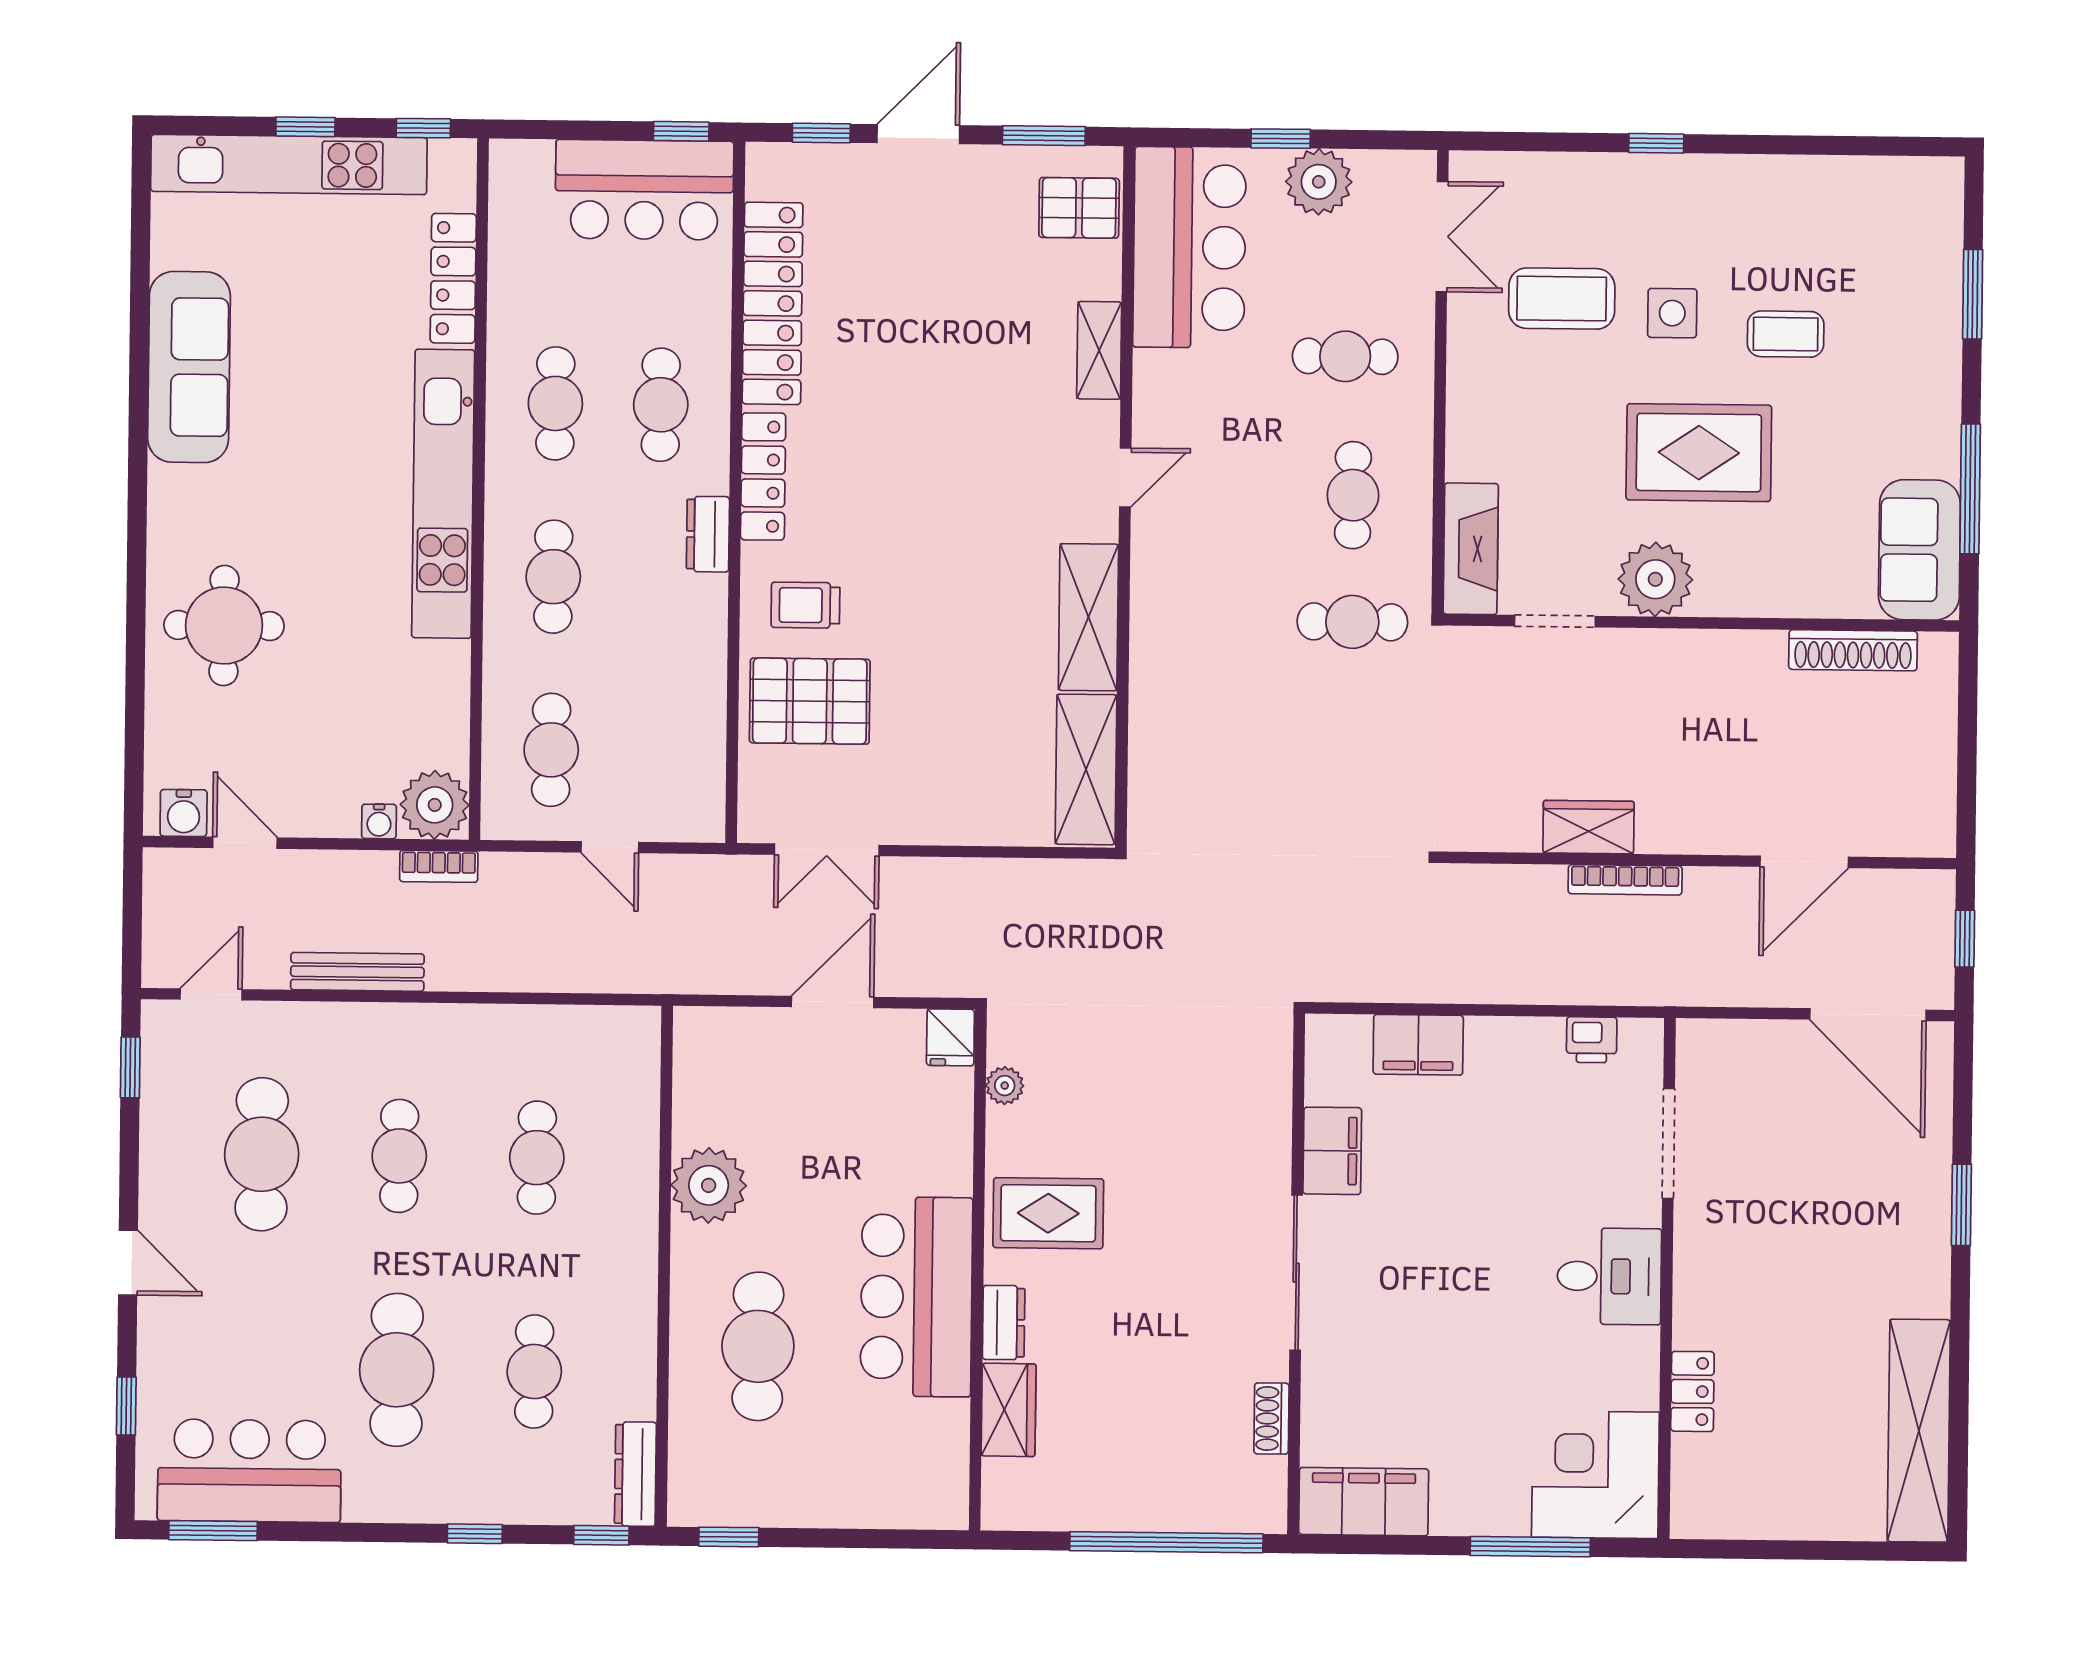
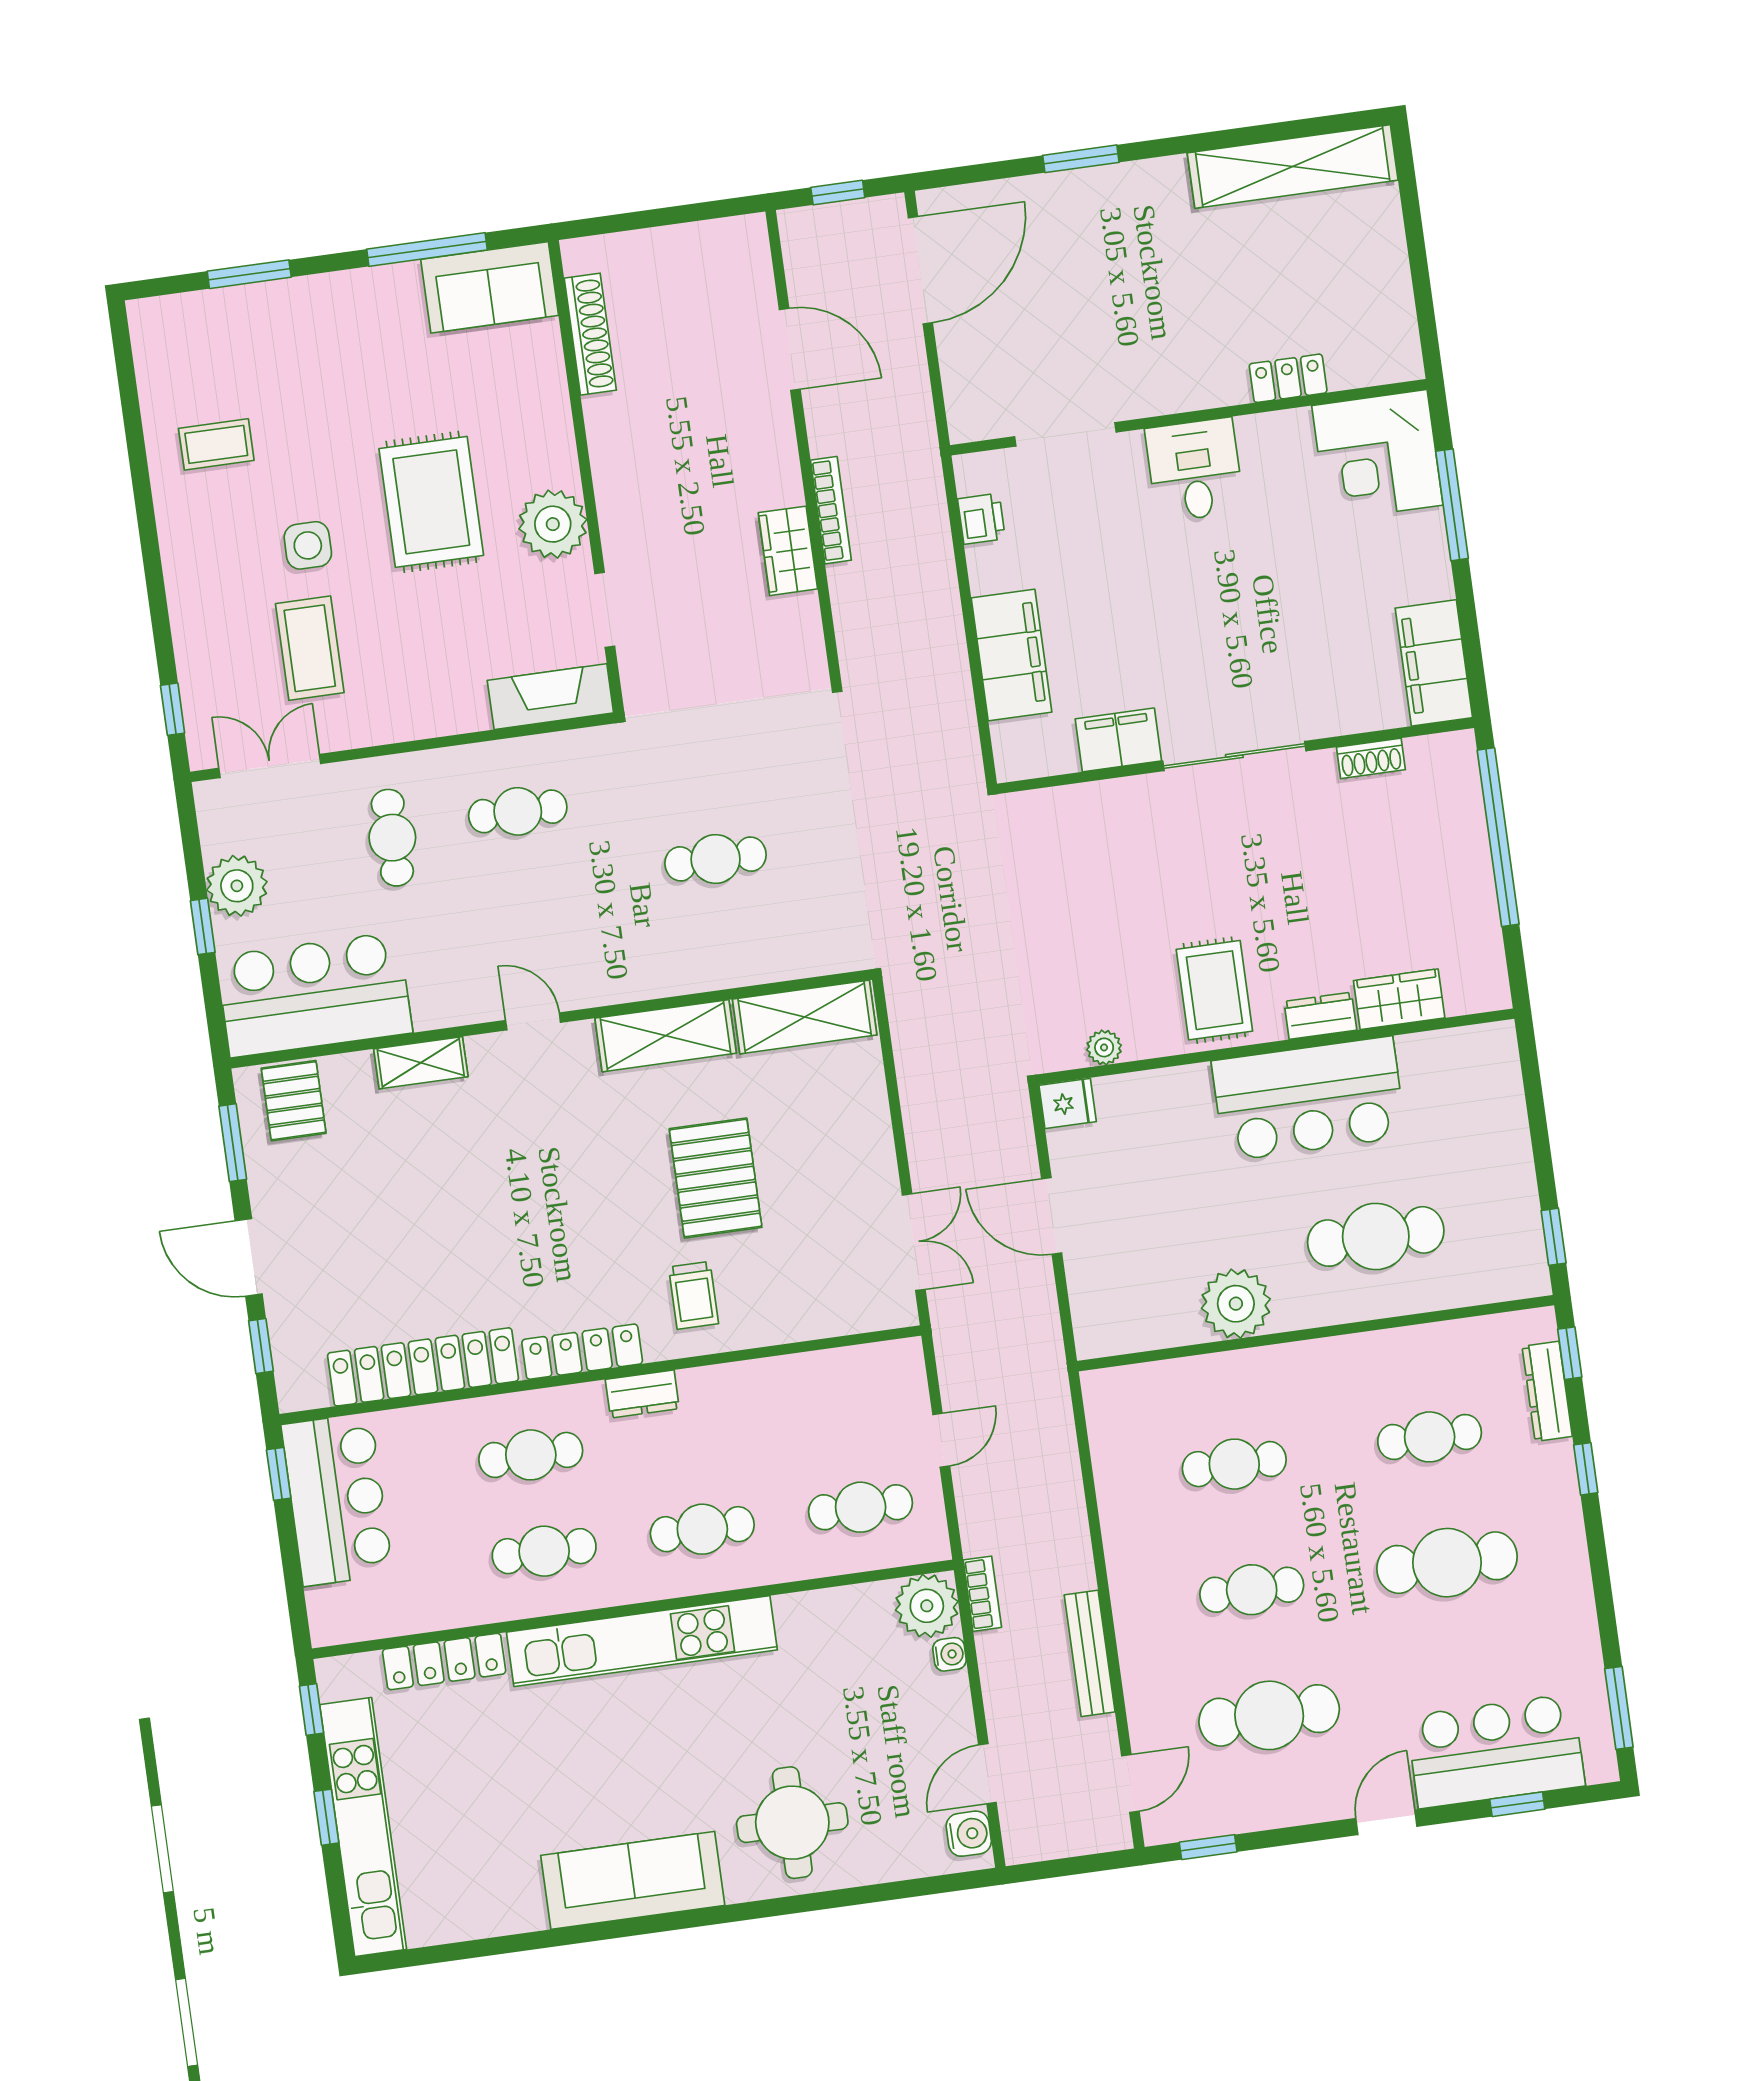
window: (1656, 143) -> (173, 709), moved
coffee table: (1786, 334) -> (216, 444), moved, turned 90
sofa: (189, 367) -> (633, 1880), moved
cafe table: (1352, 622) -> (716, 859), moved, turned 90
pallet: (810, 701) -> (716, 1178), moved
door: (211, 994) -> (1130, 1784), swing flipped
filing cabinet: (1418, 1045) -> (1012, 655), width x1.50, depth x1.17
bar counter: (249, 1471) -> (1496, 1751), moved, turned 90
dresser: (635, 1474) -> (1547, 1391), moved, turned 90

